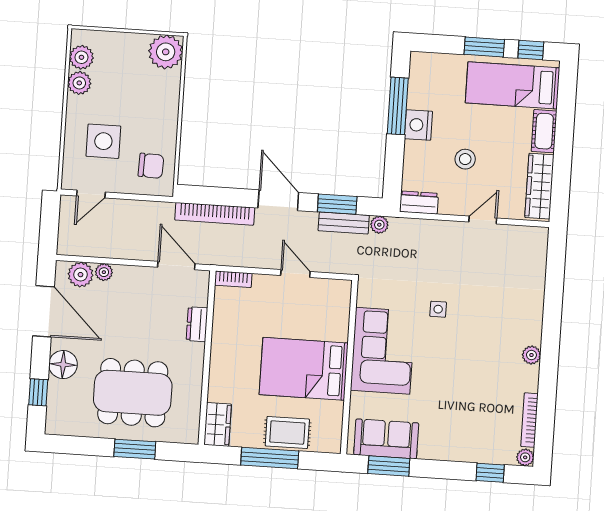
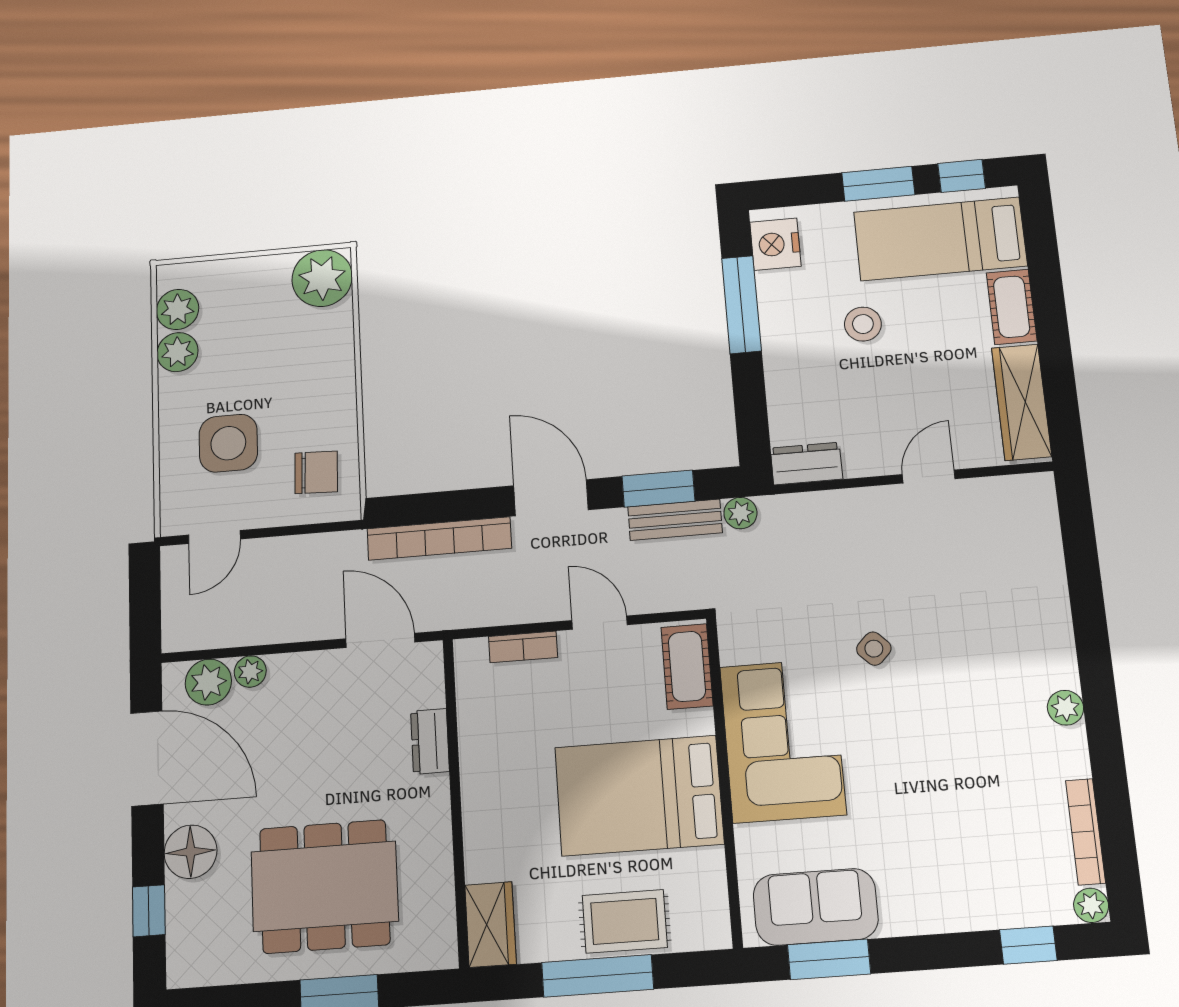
nightstand: (418, 125) -> (775, 244), moved
stool: (465, 159) -> (863, 324), moved
bookcase: (233, 279) -> (523, 647), moved
cot: (339, 304) -> (687, 666), added
side table: (438, 309) -> (874, 649), turned 45

